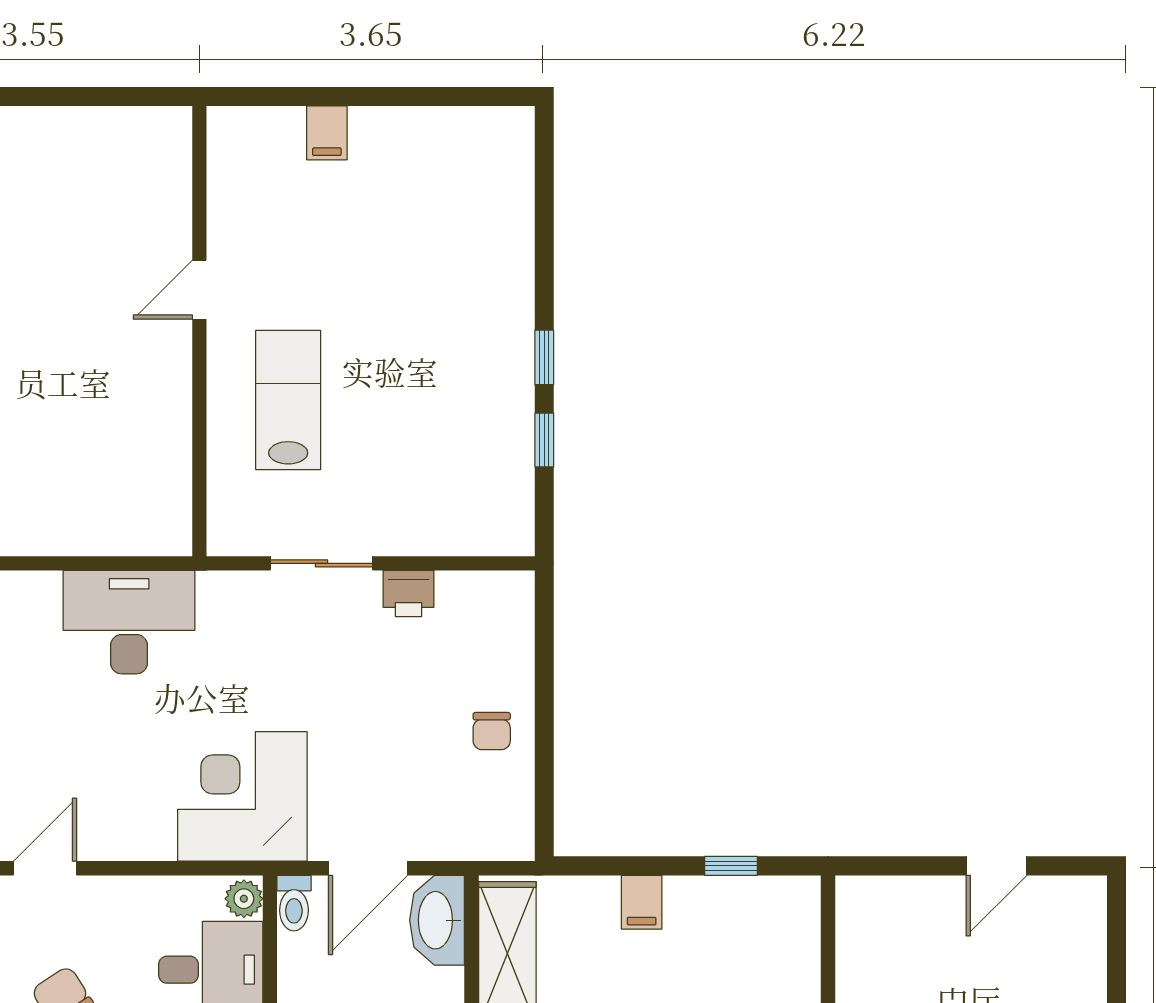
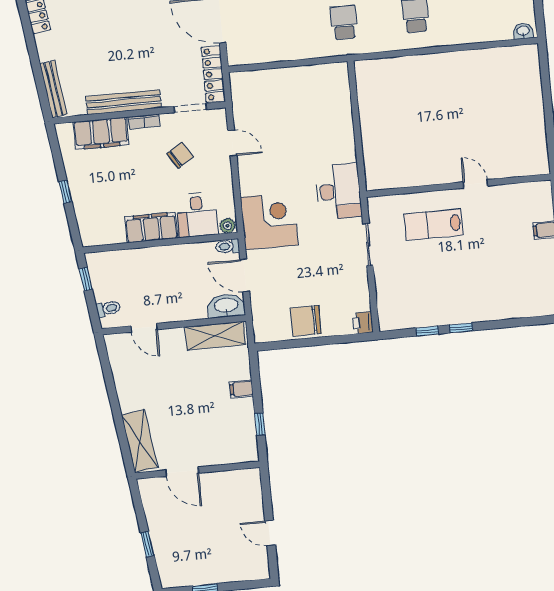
lab bench: (288, 400) -> (434, 225), turned 180
printer: (408, 593) -> (363, 323), moved
desk: (129, 622) -> (339, 191), moved
chair: (492, 731) -> (306, 321), width x1.87, depth x1.87

